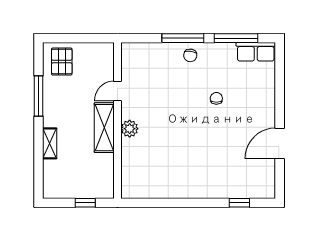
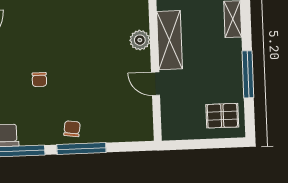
pallet: (62, 62) -> (222, 116), turned 90
door: (118, 91) -> (156, 84), swing flipped

